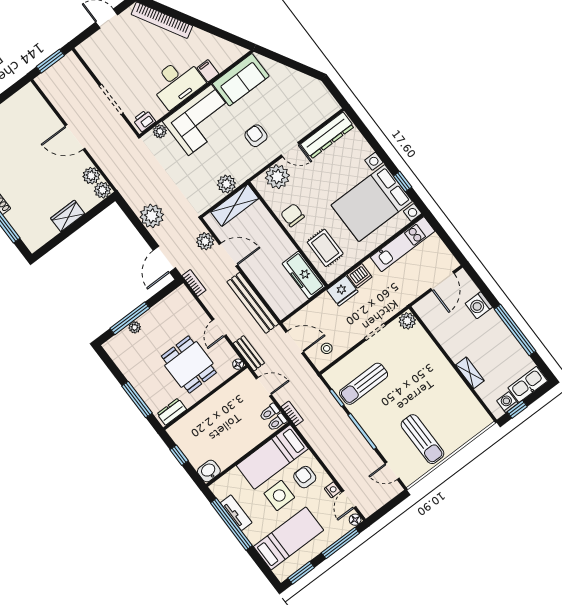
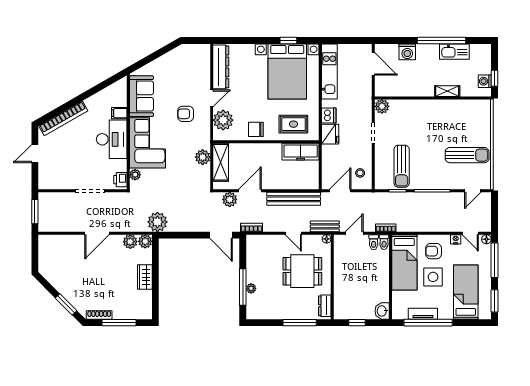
plant: (152, 216) -> (157, 222), moved
kitchen sink: (528, 384) -> (454, 52), moved, turned -90

